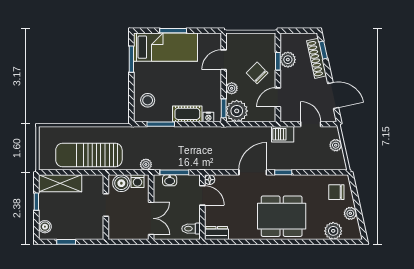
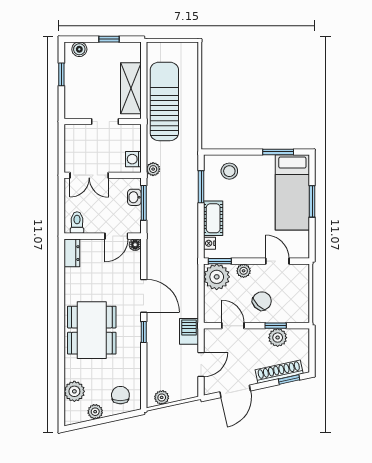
plant: (336, 145) -> (162, 397), moved
shelving: (60, 183) -> (131, 88), moved
boiler: (121, 183) -> (131, 140), removed

